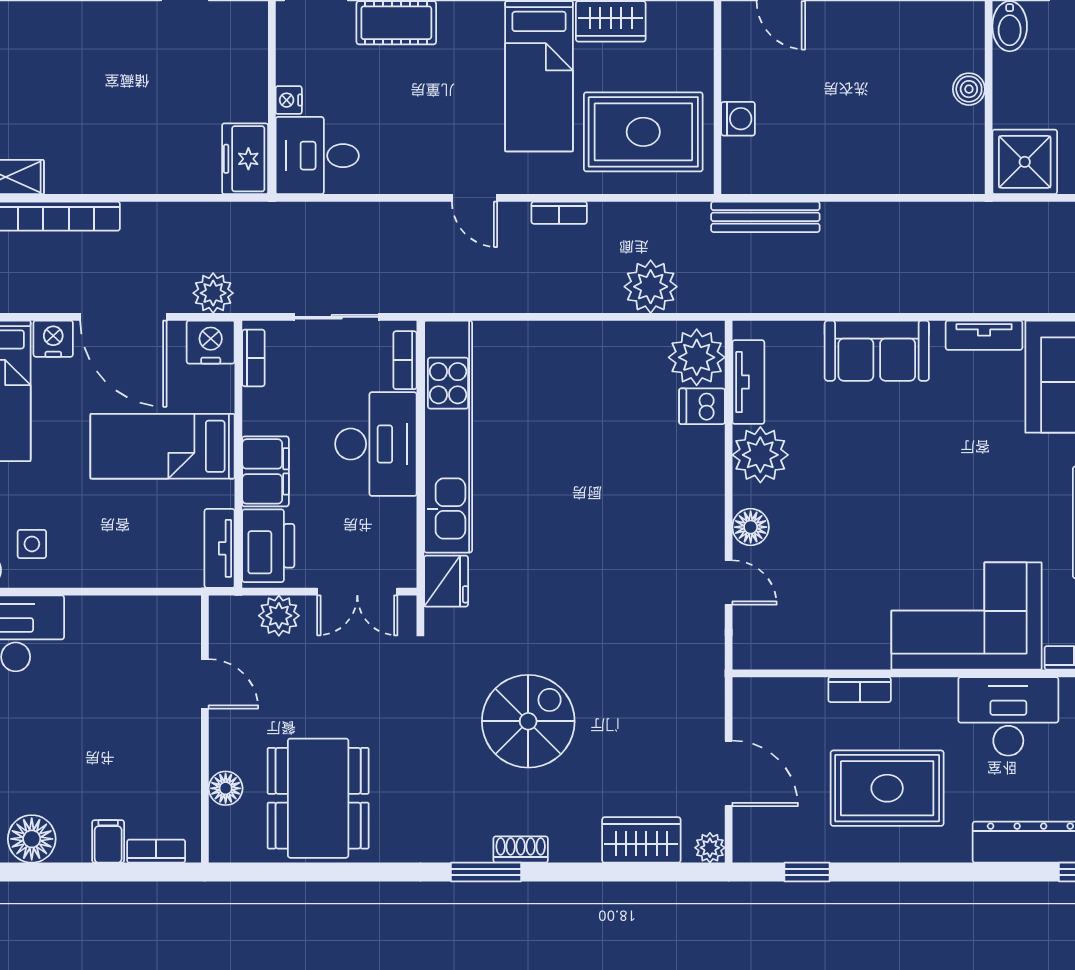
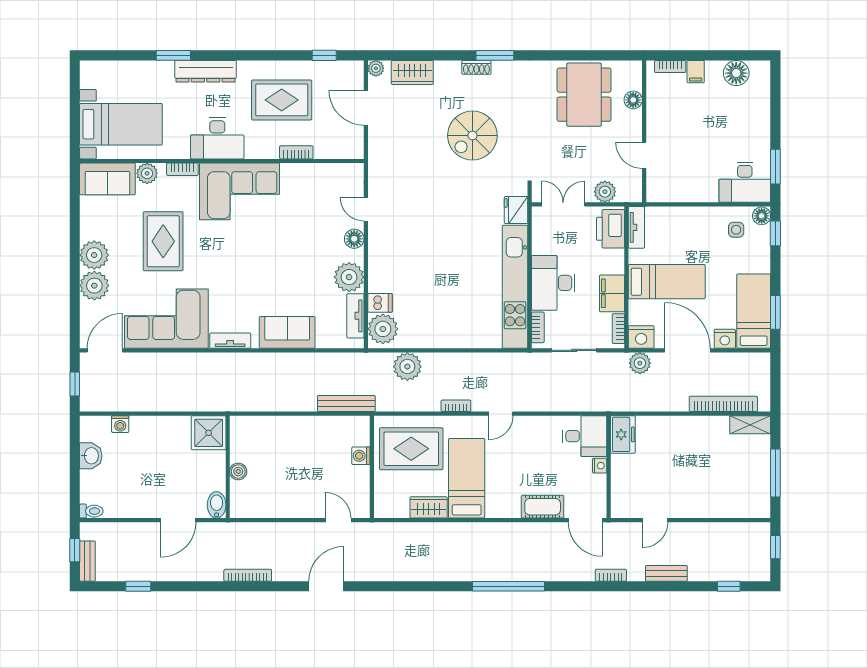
door: (475, 198) -> (501, 414), swing flipped
filing cabinet: (265, 471) -> (612, 293), moved

